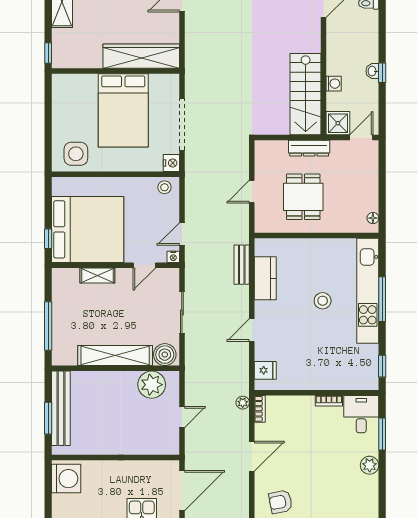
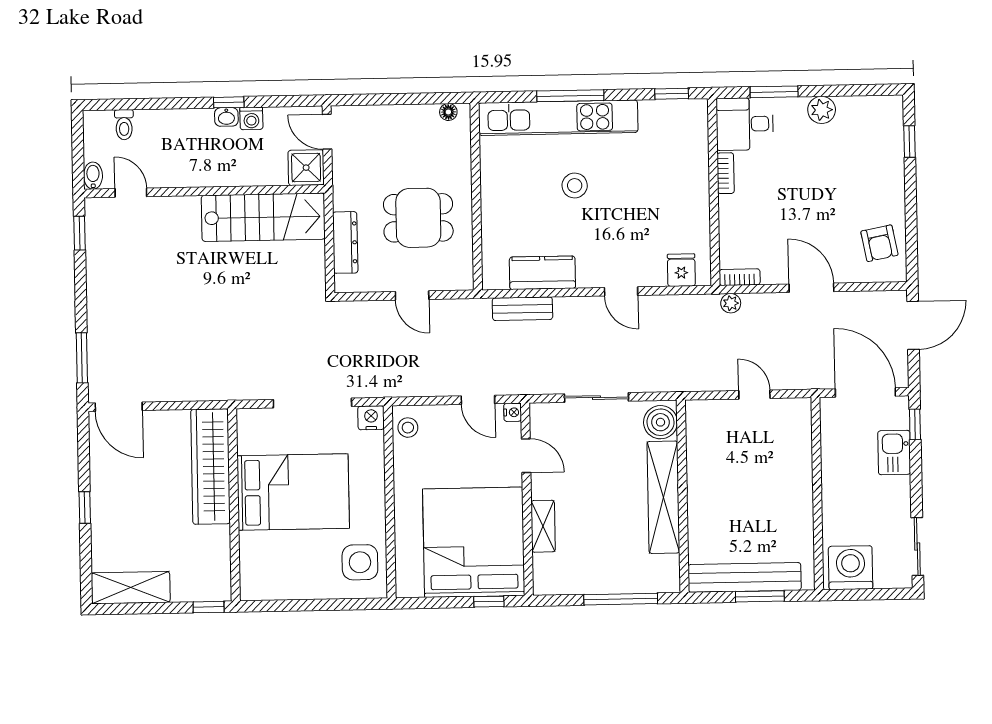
washing machine: (334, 84) -> (251, 118), moved, turned 180
dresser: (309, 148) -> (345, 242), moved
plant: (152, 385) -> (706, 441), removed

